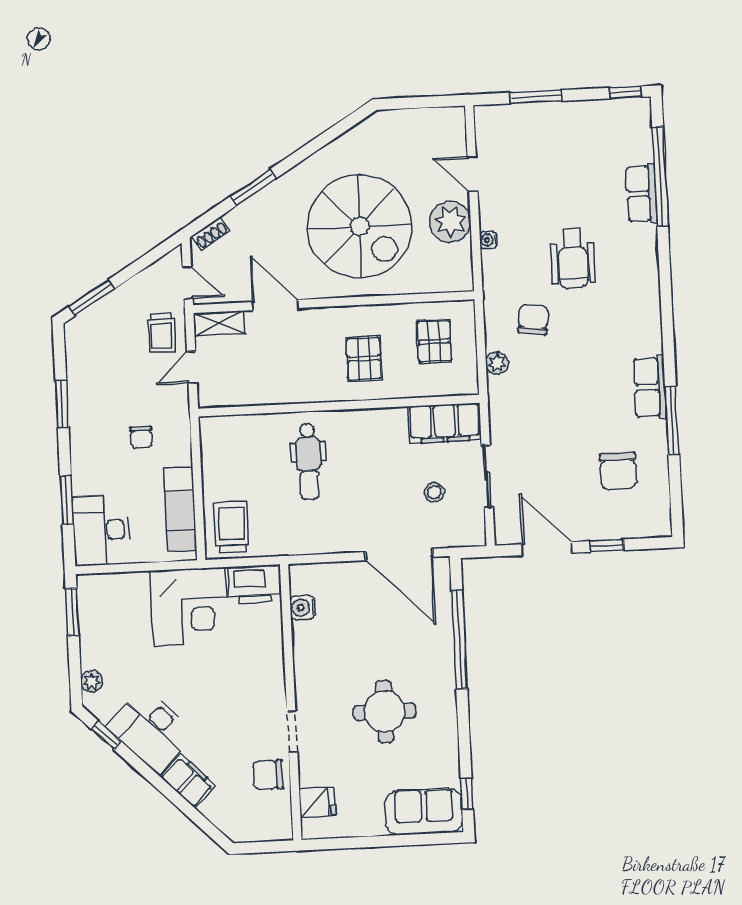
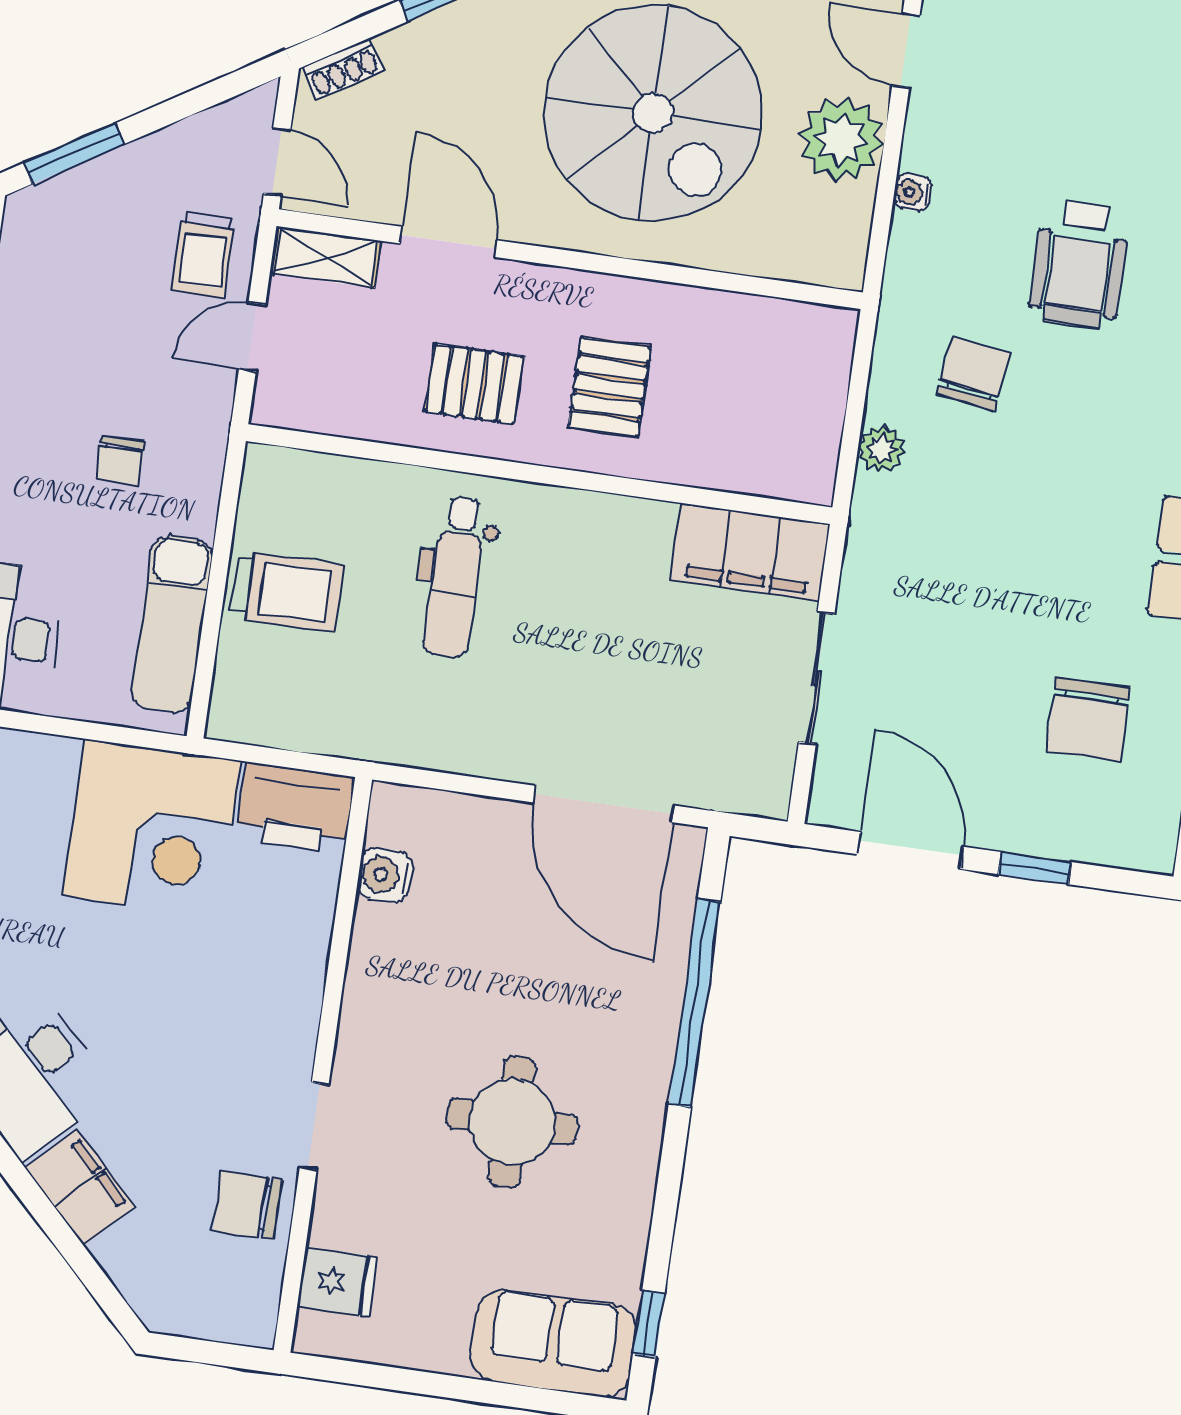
pallet: (434, 341) -> (474, 384), moved, turned 90
stool: (434, 492) -> (701, 690), removed
trolley: (231, 527) -> (287, 591), moved, turned 90

